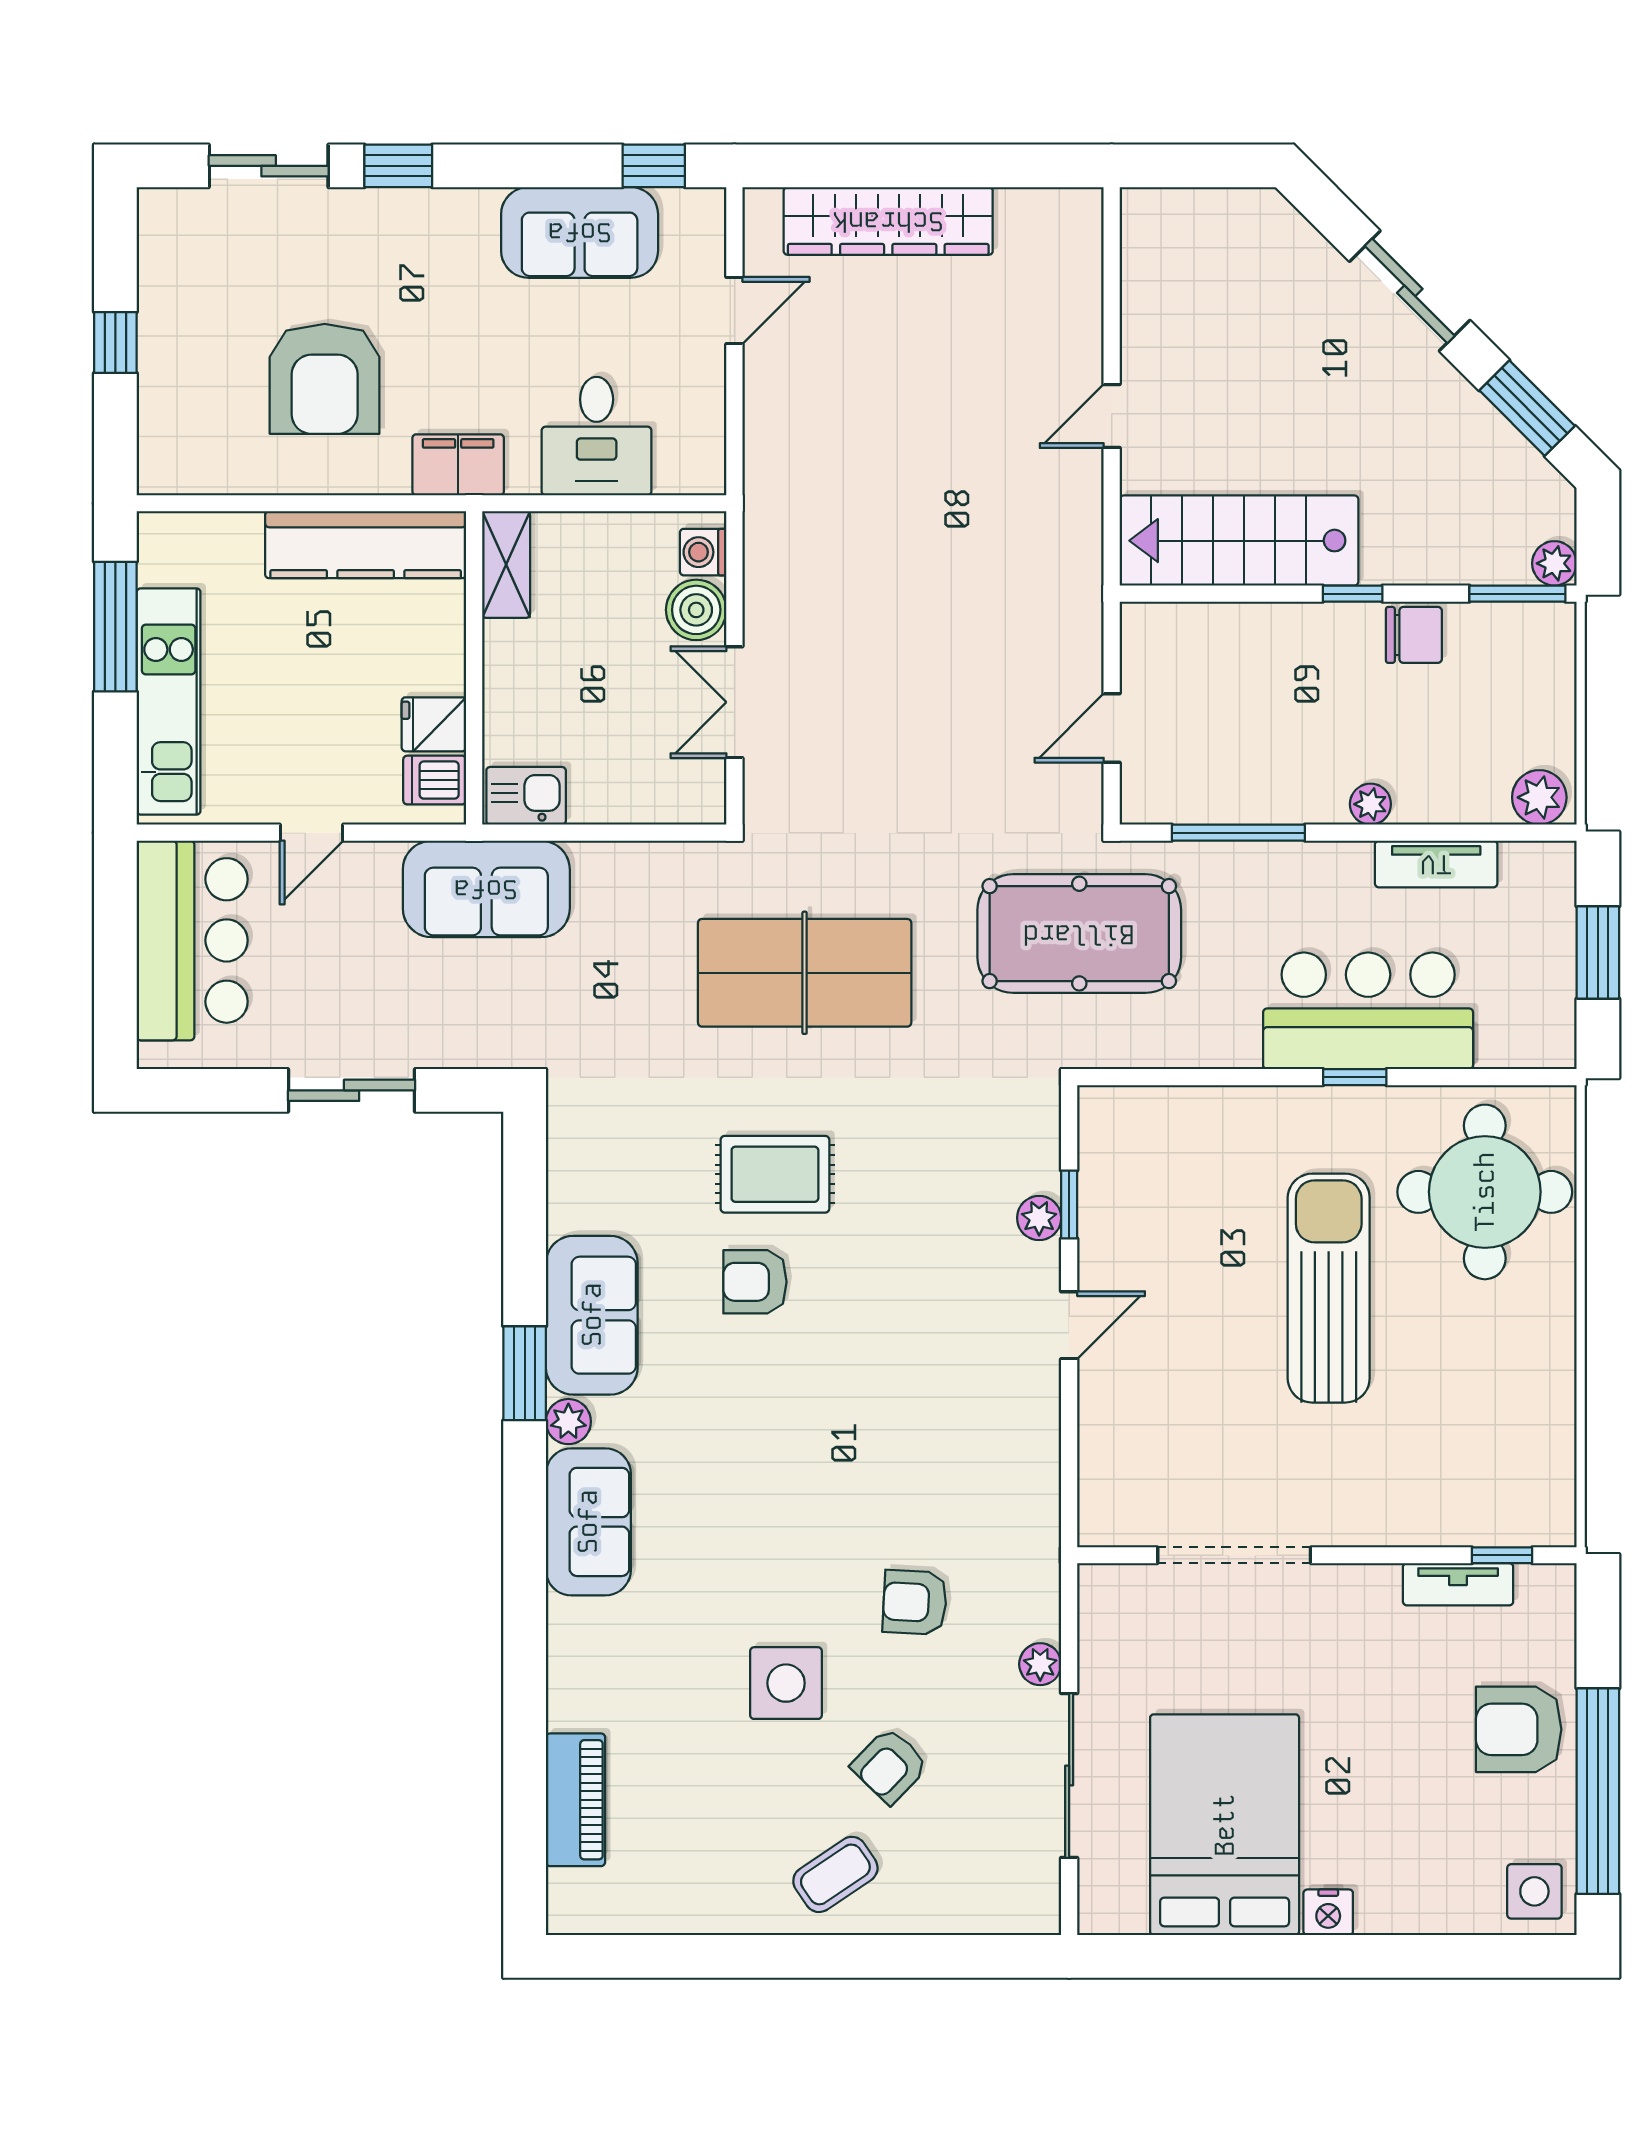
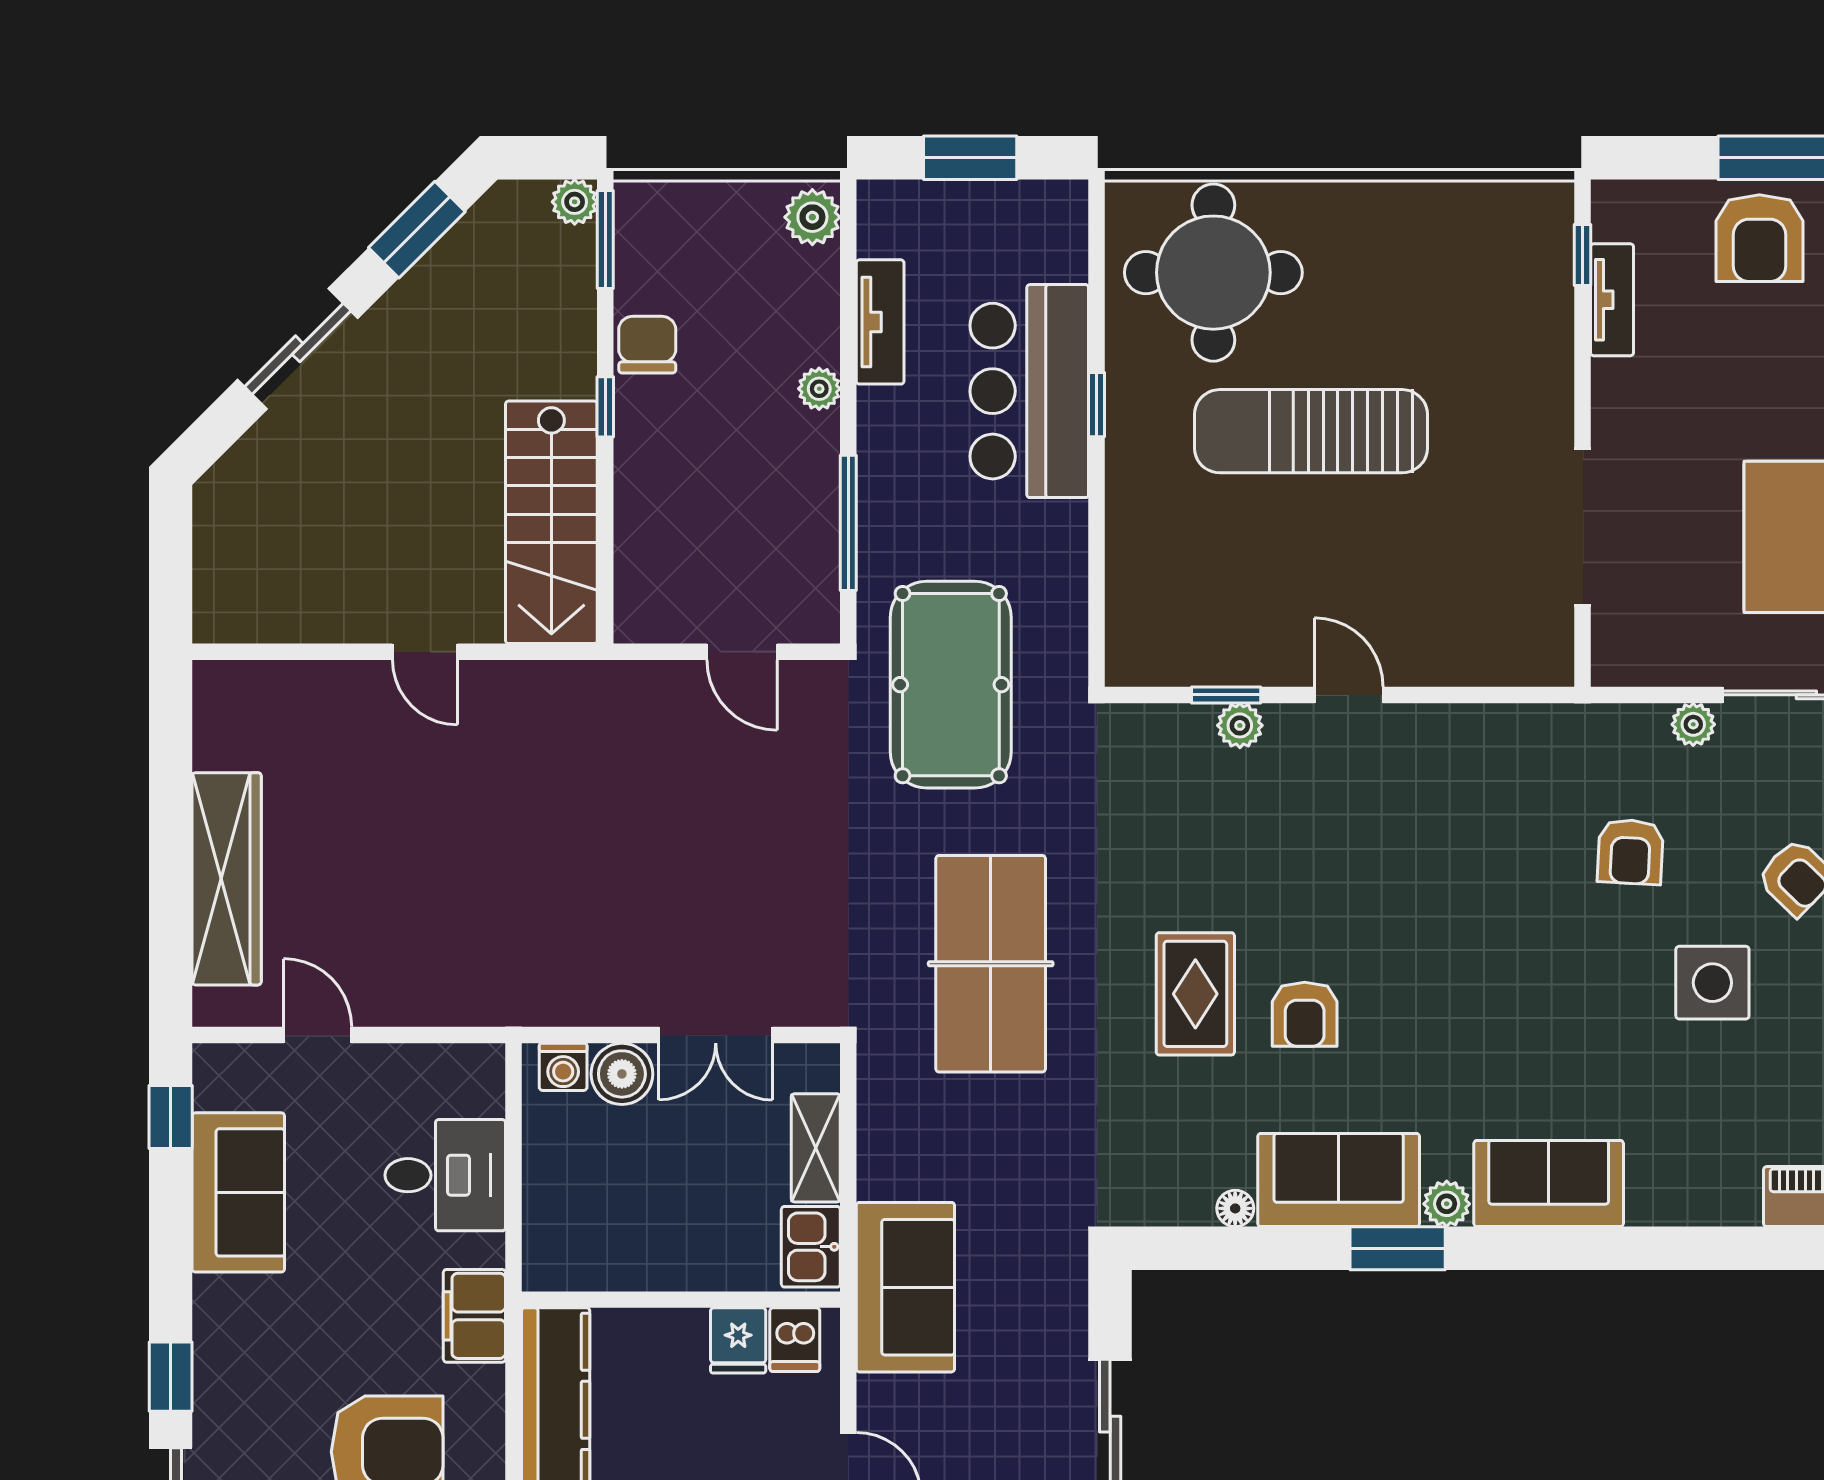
shelving: (506, 565) -> (816, 1148), moved, turned 90
floor lamp: (564, 1213) -> (1235, 1208), added

